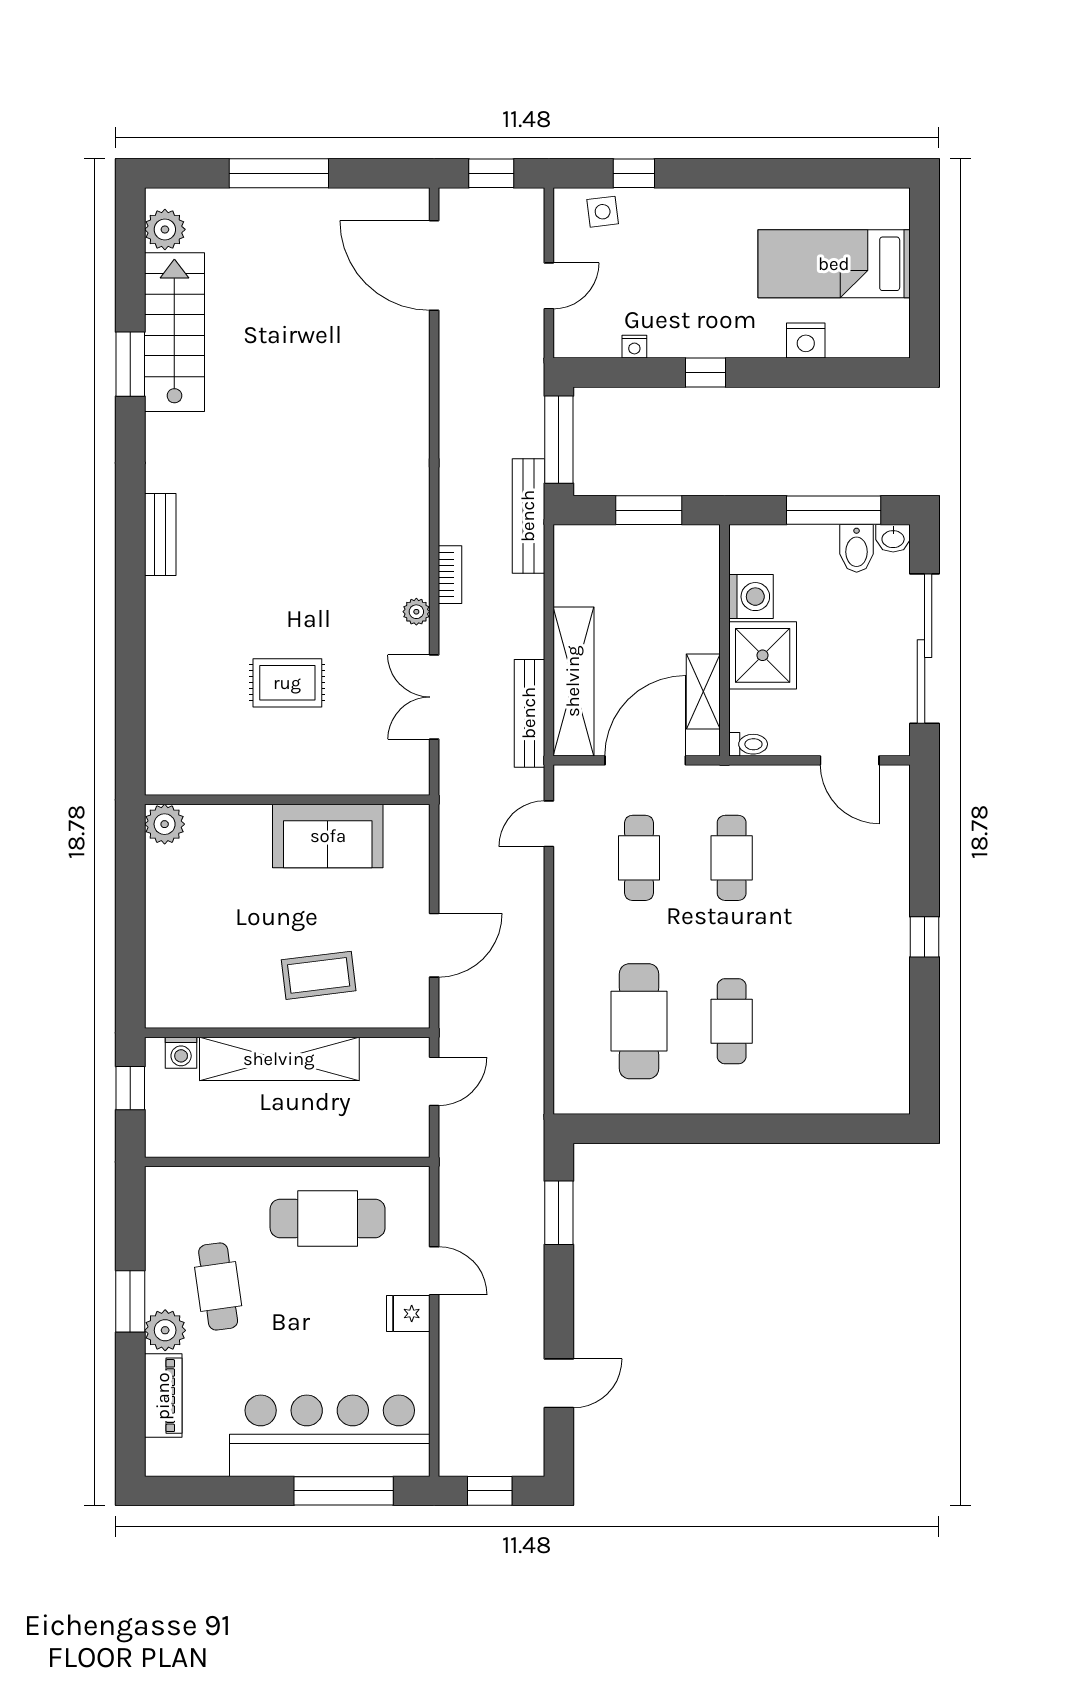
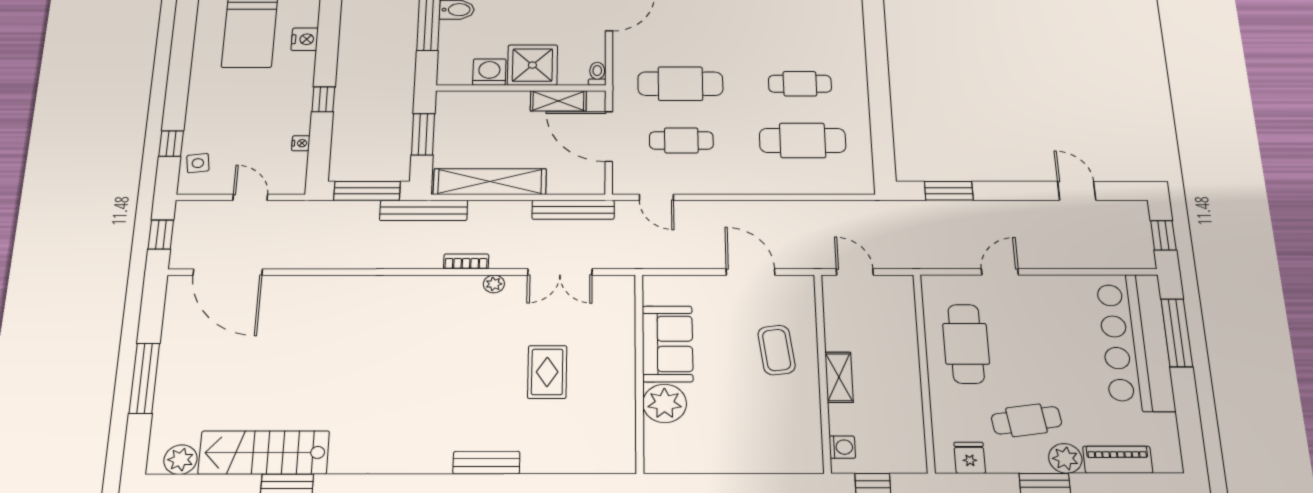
door: (434, 265) -> (228, 272), hinge flipped
bench: (160, 534) -> (486, 463), moved
shelving: (573, 681) -> (490, 182), moved
plant: (165, 824) -> (665, 403), moved, width x1.36, depth x1.36
cafe table: (732, 858) -> (680, 84), width x1.37, depth x1.35
shelving: (279, 1059) -> (839, 377), width x0.45, depth x0.75
fridge: (408, 1314) -> (970, 458), moved, turned 180

